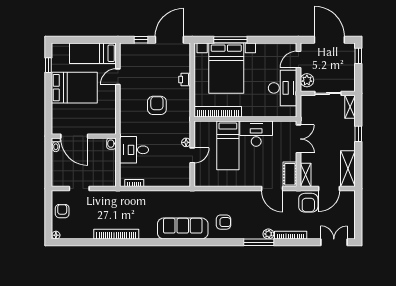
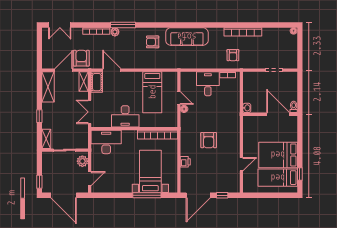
bed: (93, 53) -> (278, 178), moved, turned 180
bed with nightstands: (226, 68) -> (150, 171), width x0.73
desk: (283, 88) -> (106, 142), moved, turned 90
bed: (228, 145) -> (152, 92), moved, turned 180
desk: (134, 150) -> (208, 84), moved, turned -90
door: (192, 155) -> (179, 98), swing flipped
armchair: (62, 211) -> (233, 55), moved

